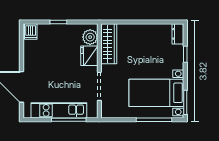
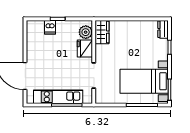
dishwasher: (31, 32) -> (50, 27), moved
wardrobe: (109, 44) -> (102, 32), width x0.67

